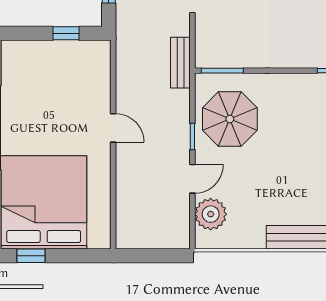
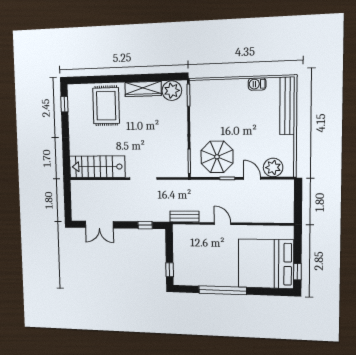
window: (66, 33) -> (170, 270), moved
bench: (180, 63) -> (184, 216), moved
door: (113, 128) -> (222, 224), hinge flipped

